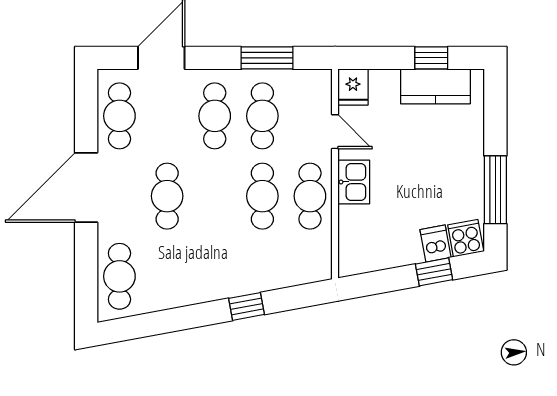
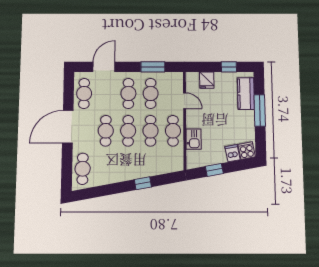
kitchen counter: (435, 86) -> (246, 94), moved, turned 90
fridge: (353, 87) -> (207, 80), moved
kitchen sink: (354, 182) -> (194, 139), moved
window: (495, 190) -> (260, 110), moved
cafe table: (215, 196) -> (128, 131), added
window: (434, 272) -> (214, 170), moved

